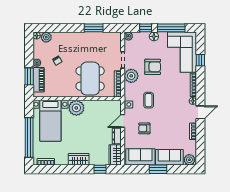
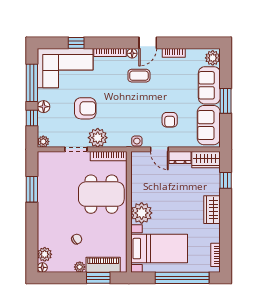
armchair: (153, 67) -> (85, 108), turned 90
coffee table: (149, 100) -> (139, 76), moved
door: (200, 112) -> (148, 43), swing flipped

